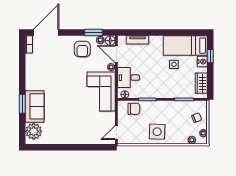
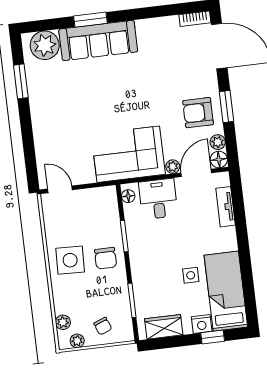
window: (94, 33) -> (226, 106), moved
sofa: (35, 106) -> (98, 40), width x1.36
chair: (134, 109) -> (106, 258), moved
window: (52, 147) -> (21, 81), added

